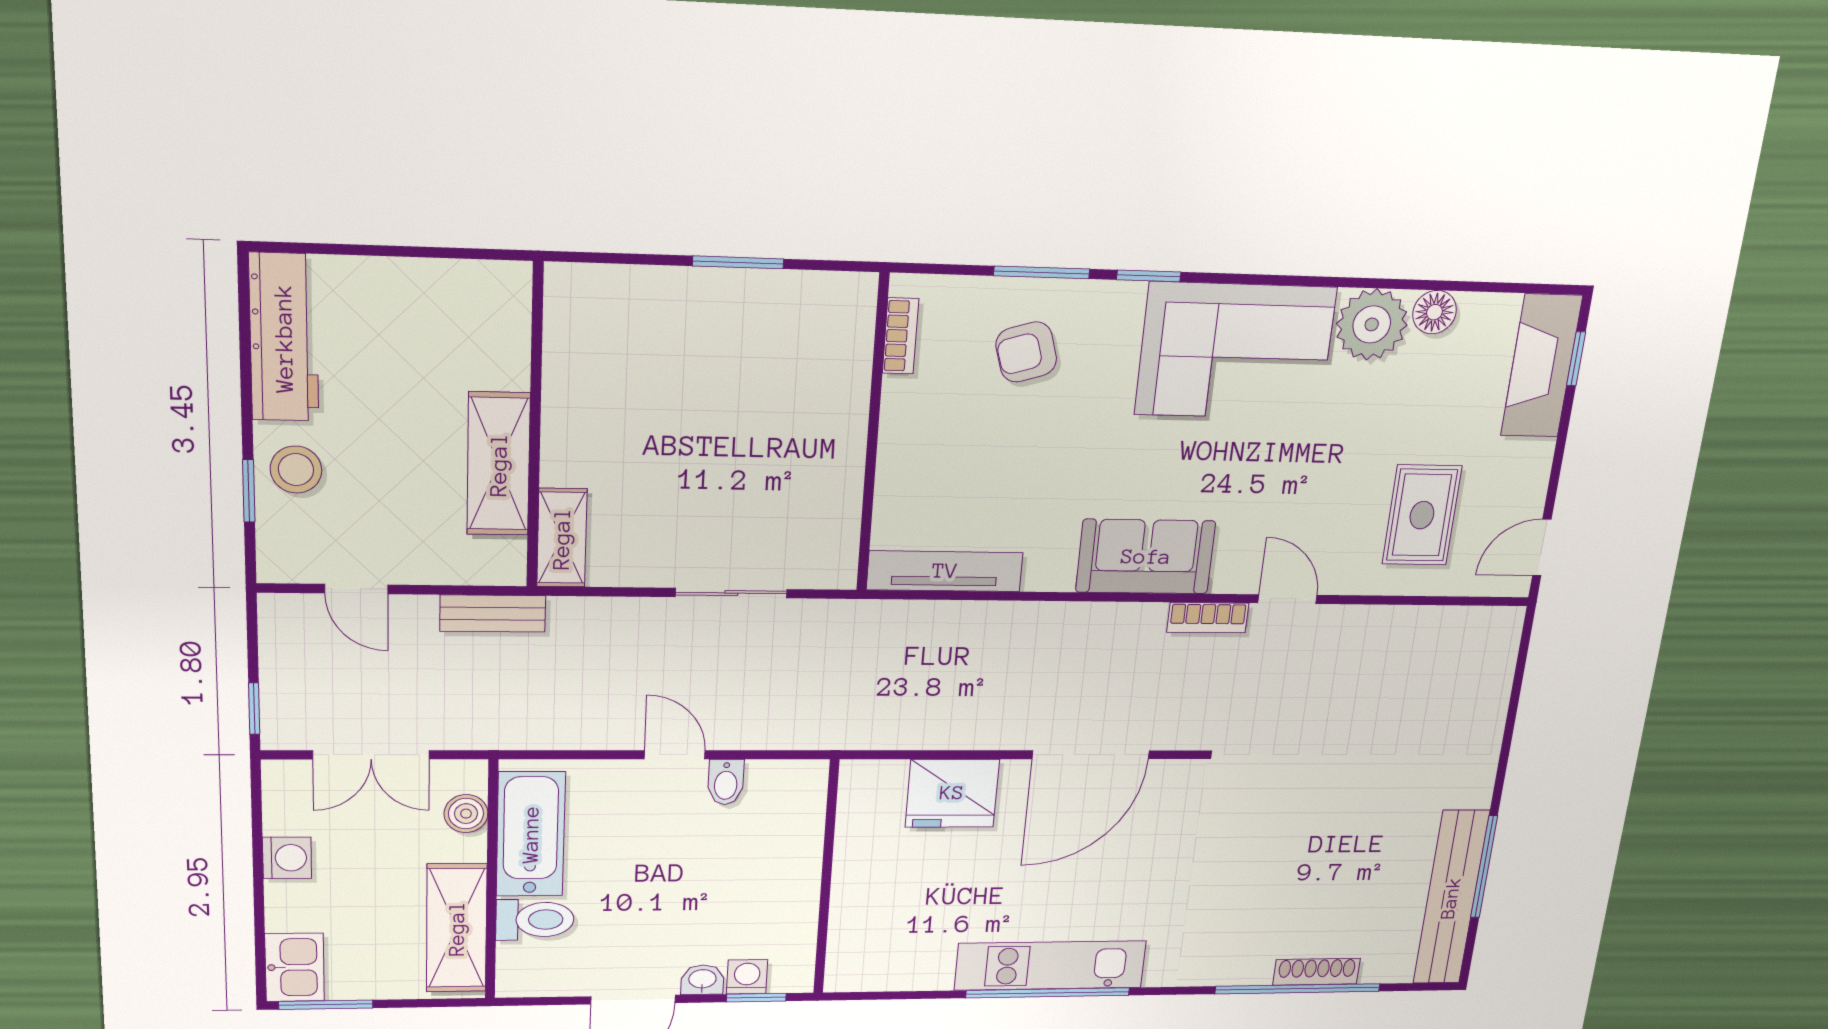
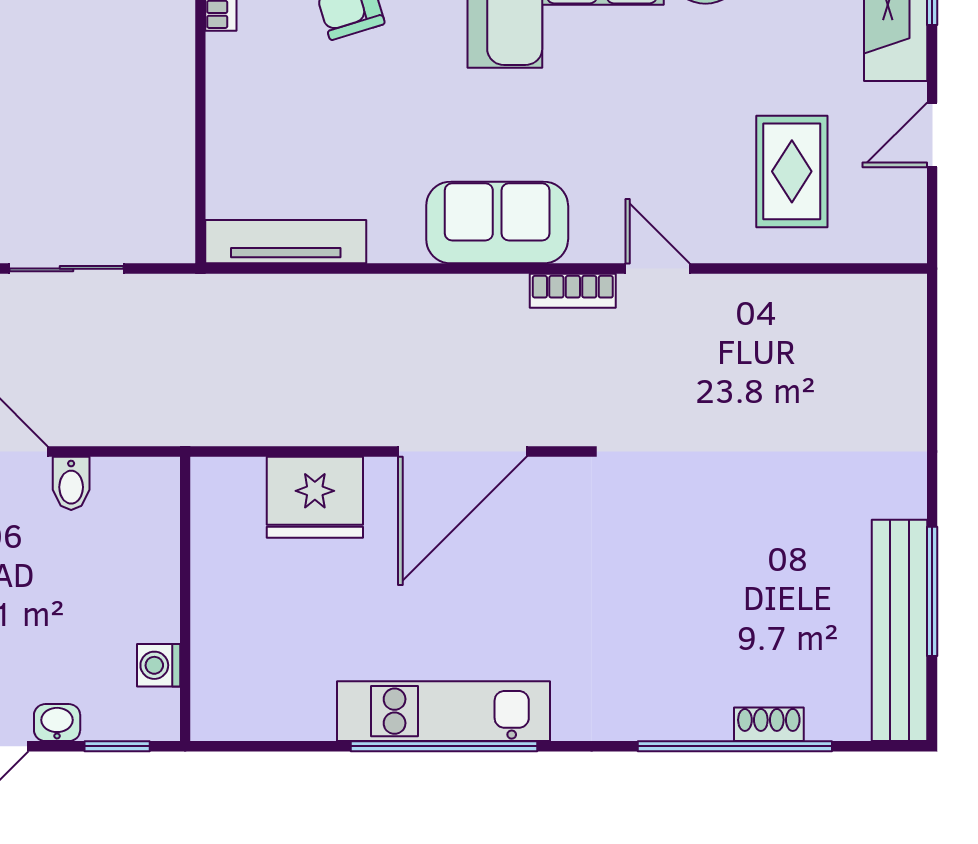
door: (1542, 548) -> (932, 135), moved
shoe rack: (1316, 972) -> (769, 724), width x0.70
washing machine: (747, 977) -> (159, 665), moved, turned -90

